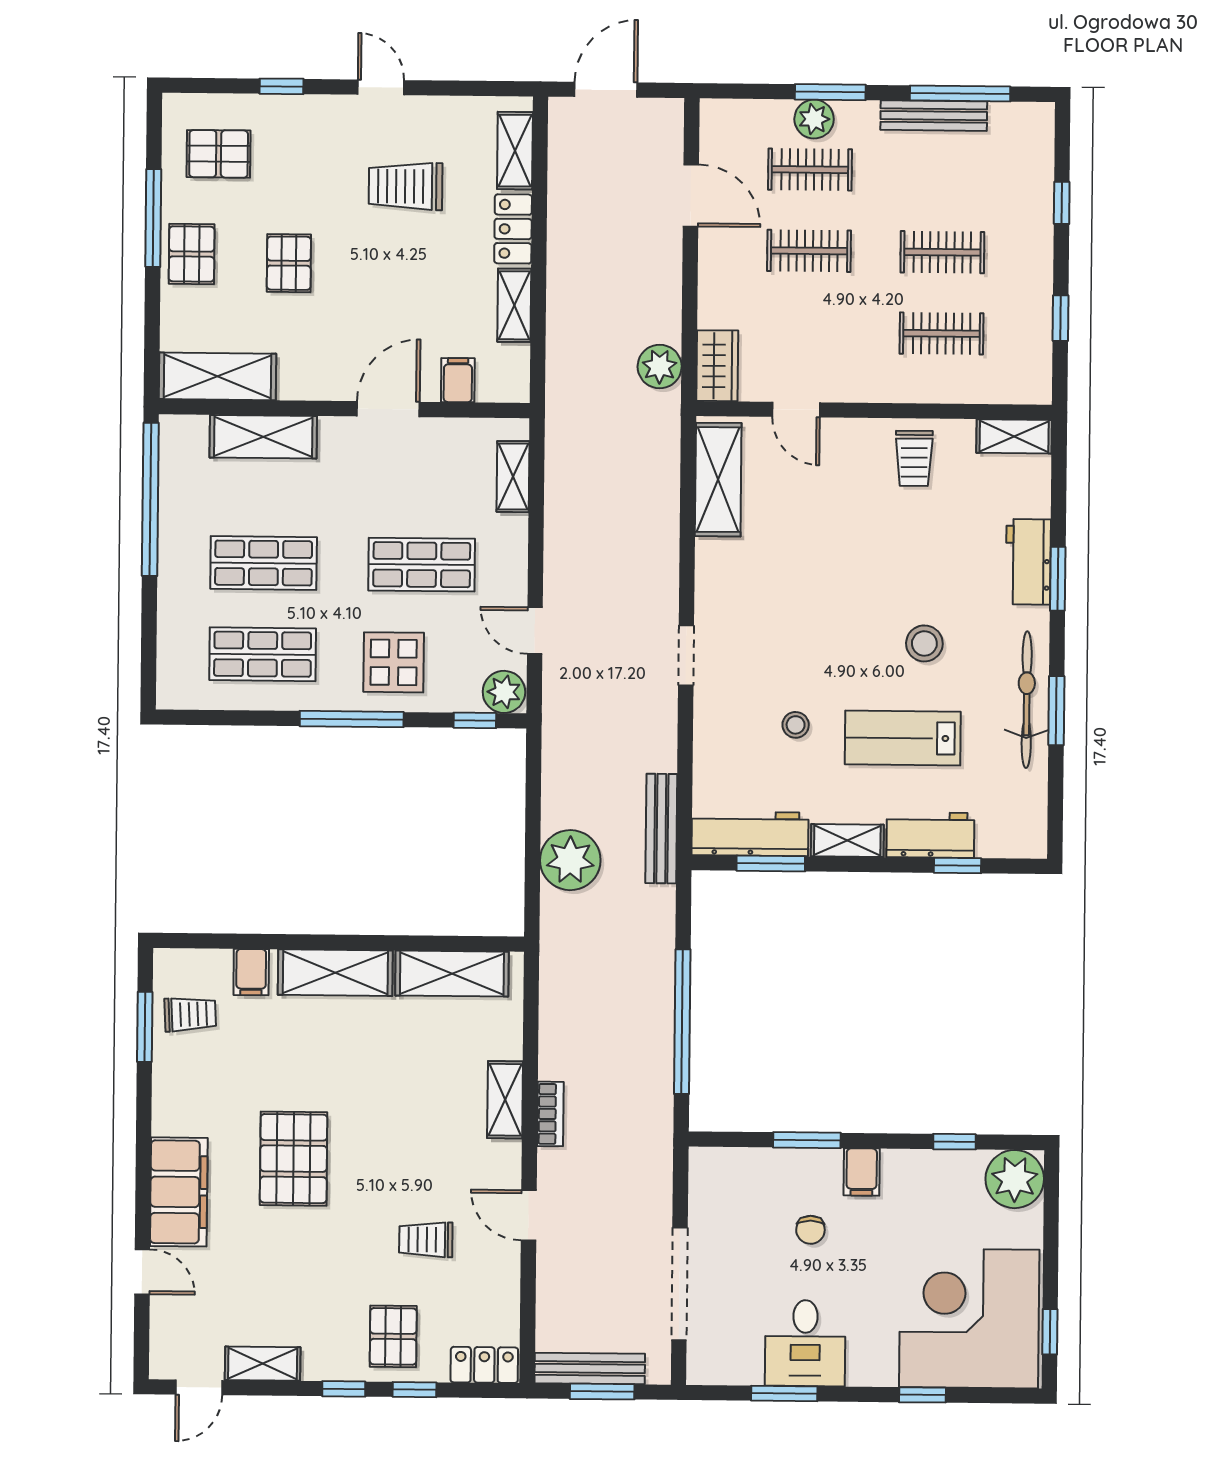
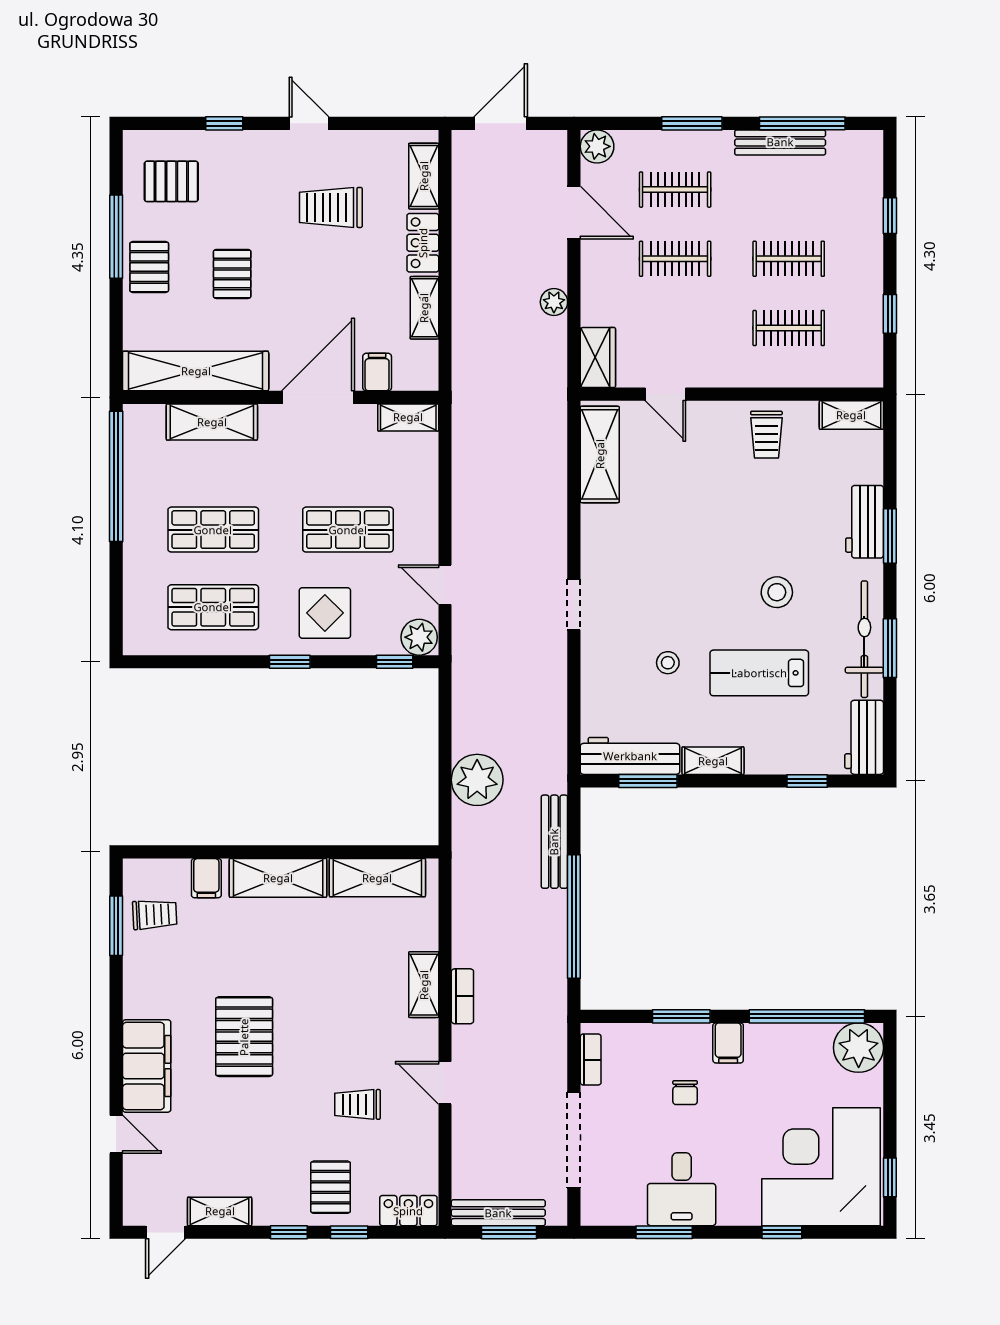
plant: (814, 119) -> (597, 146), moved
plant: (660, 367) -> (554, 302), moved, width x0.73, depth x0.73
shelving: (218, 376) -> (196, 371), width x1.47
door: (388, 409) -> (318, 397), width x1.36
shelving: (513, 477) -> (408, 417), moved, turned 90
window: (352, 719) -> (290, 662), width x0.46
bench: (661, 829) -> (554, 842), moved
workbench: (930, 835) -> (864, 737), moved, turned -90
window: (954, 1142) -> (807, 1016), width x3.17
bookcase: (700, 1190) -> (591, 1060), added

